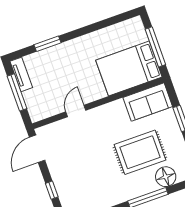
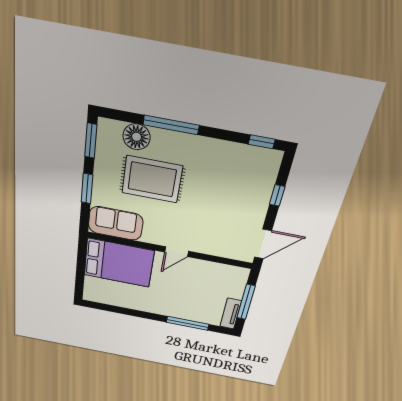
window: (47, 44) -> (187, 323), width x1.44
window: (155, 47) -> (81, 267), removed
door: (76, 111) -> (177, 252), moved

